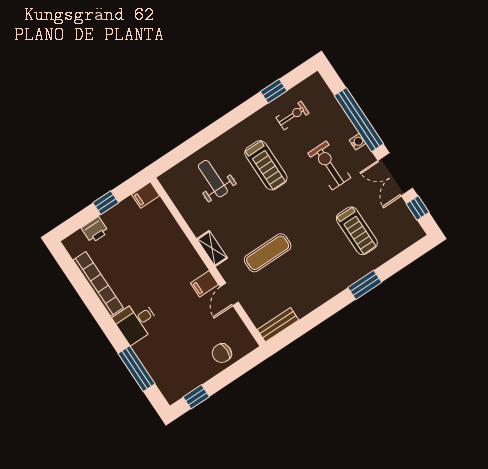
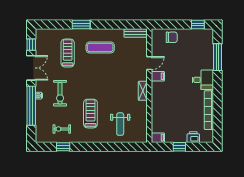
exercise mat: (268, 253) -> (100, 47), moved

